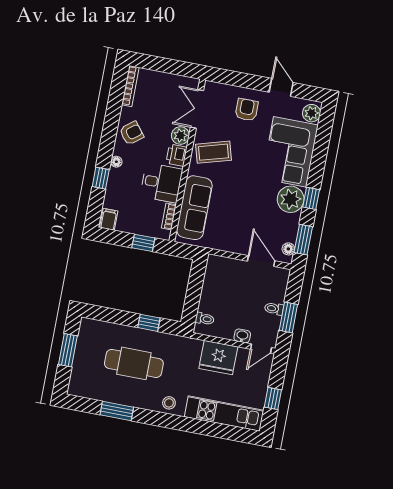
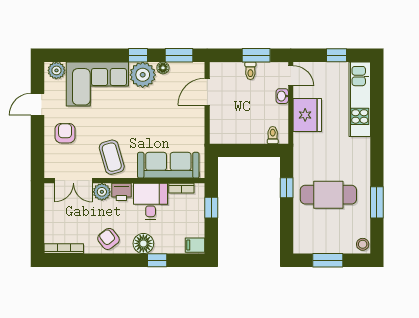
armchair: (247, 110) -> (65, 133), turned 90
floor lamp: (116, 162) -> (143, 243), width x1.89, depth x1.89
floor lamp: (288, 249) -> (163, 68), moved
cafe table: (134, 363) -> (328, 195), turned 90
stool: (169, 403) -> (363, 244), moved

